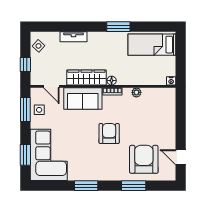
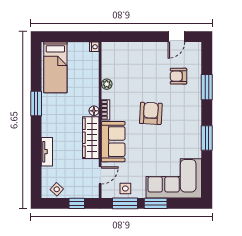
armchair: (109, 134) -> (151, 113), turned 93
window: (25, 155) -> (156, 203), moved
armchair: (144, 159) -> (178, 76), width x0.53, depth x0.53

